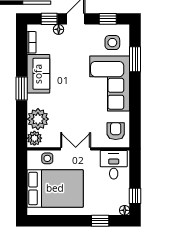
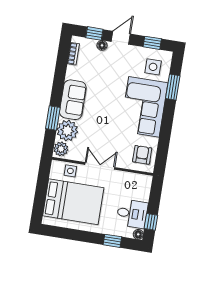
sofa: (38, 74) -> (73, 100), moved
window: (22, 89) -> (53, 118), moved
desk: (114, 165) -> (132, 214), moved, turned 90

